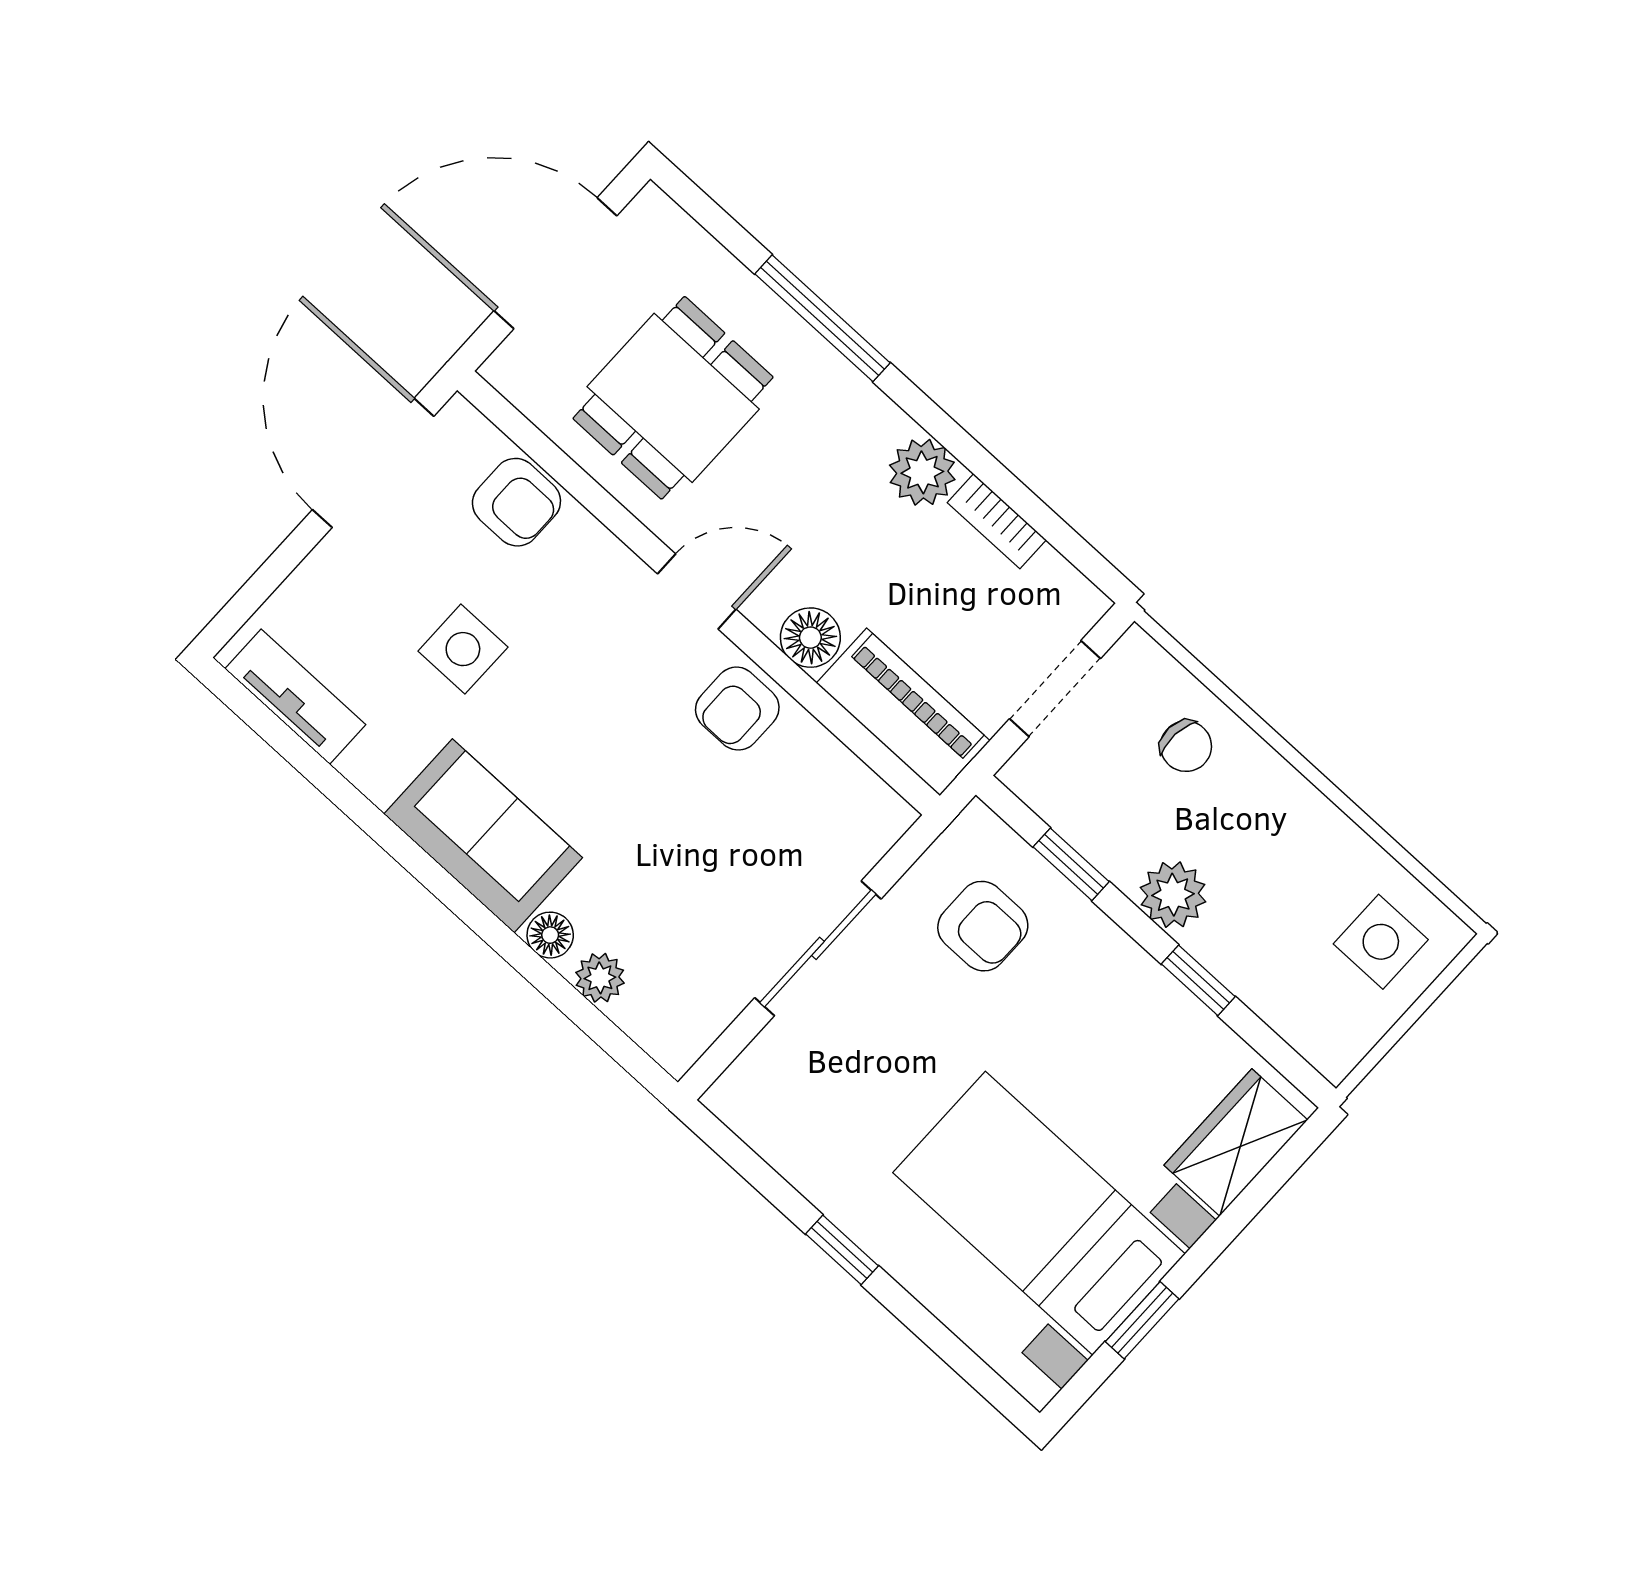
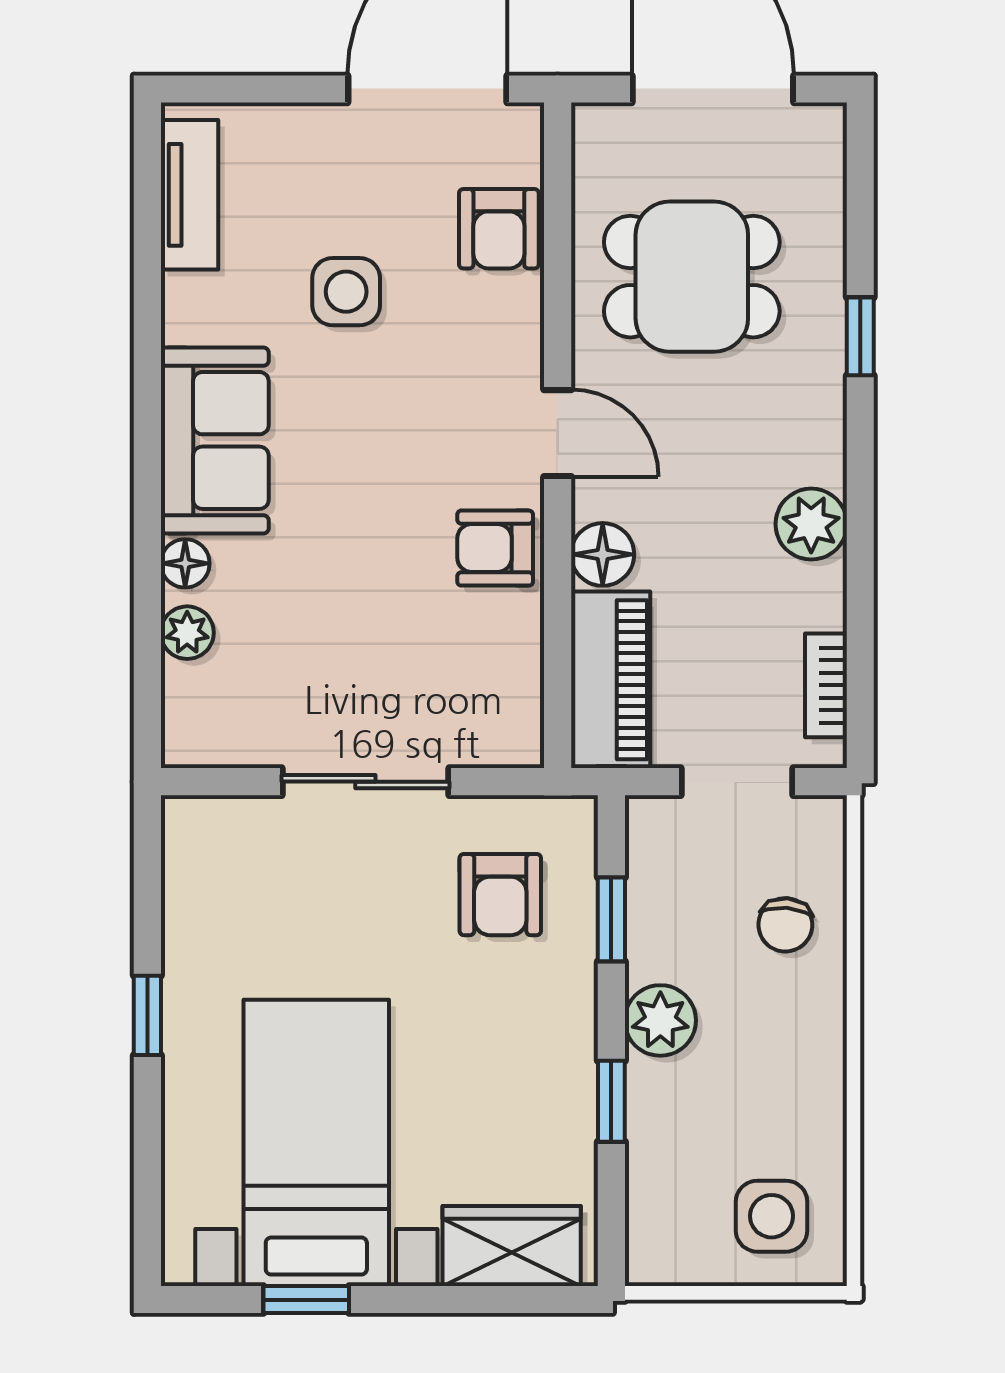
window: (822, 318) -> (860, 336), width x0.46
bookcase: (997, 521) -> (826, 685), moved

